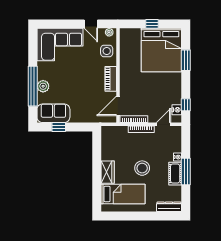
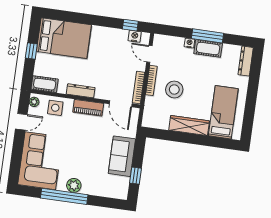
cot: (125, 39) -> (45, 84), added
bed: (161, 50) -> (64, 38), width x0.73
window: (186, 60) -> (79, 18), removed
dresser: (124, 70) -> (81, 91), added
window: (33, 86) -> (64, 196), moved
plant: (43, 86) -> (74, 185), moved
sofa: (53, 113) -> (122, 156), moved
stool: (142, 168) -> (174, 89), moved
wardrobe: (108, 172) -> (189, 126), width x1.50

